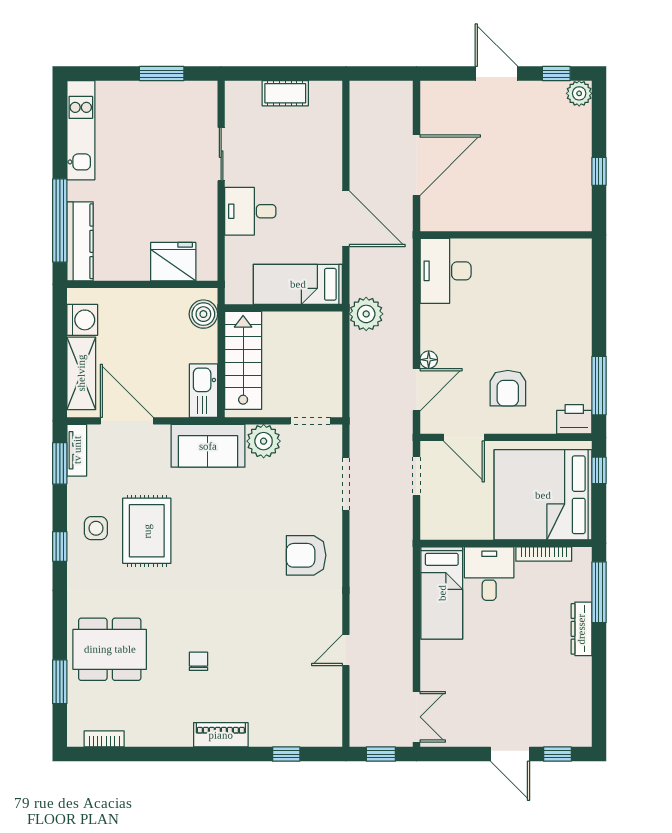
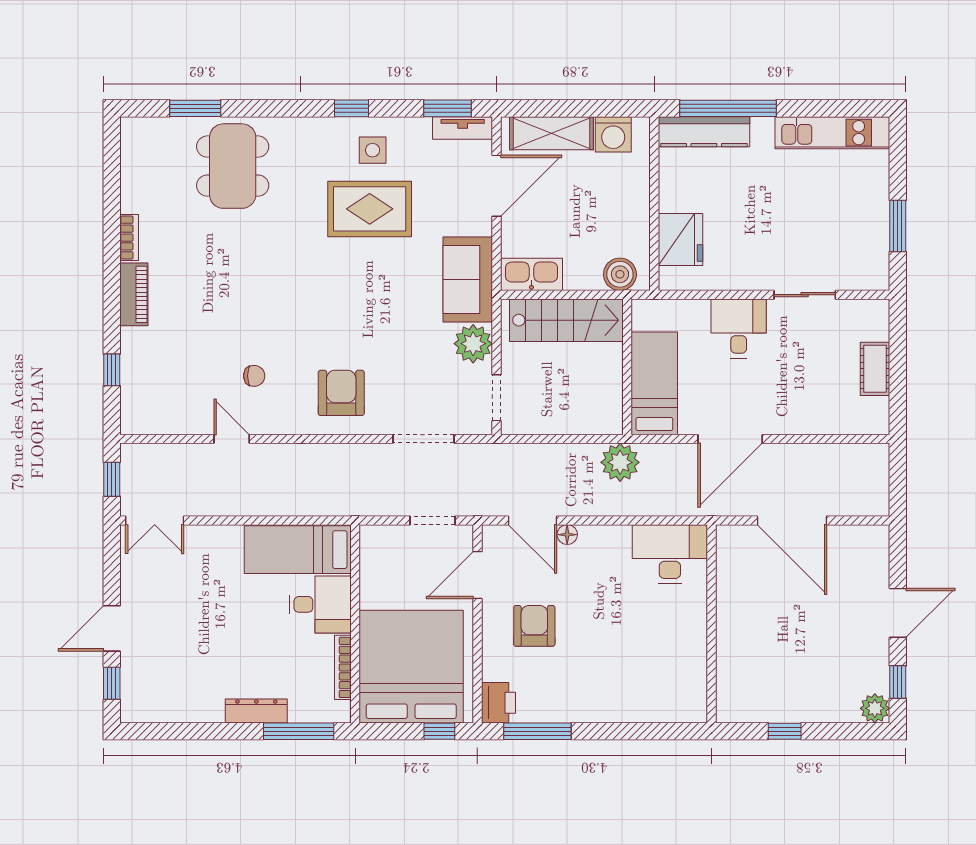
armchair: (508, 388) -> (534, 626), turned 90
chair: (198, 661) -> (254, 376), moved
bookcase: (104, 739) -> (129, 238), moved

